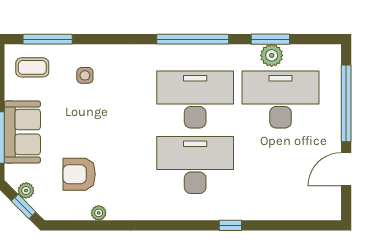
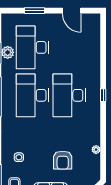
window: (346, 103) -> (35, 11), width x0.47
armchair: (79, 174) -> (63, 160), moved
window: (230, 225) -> (103, 95), moved

